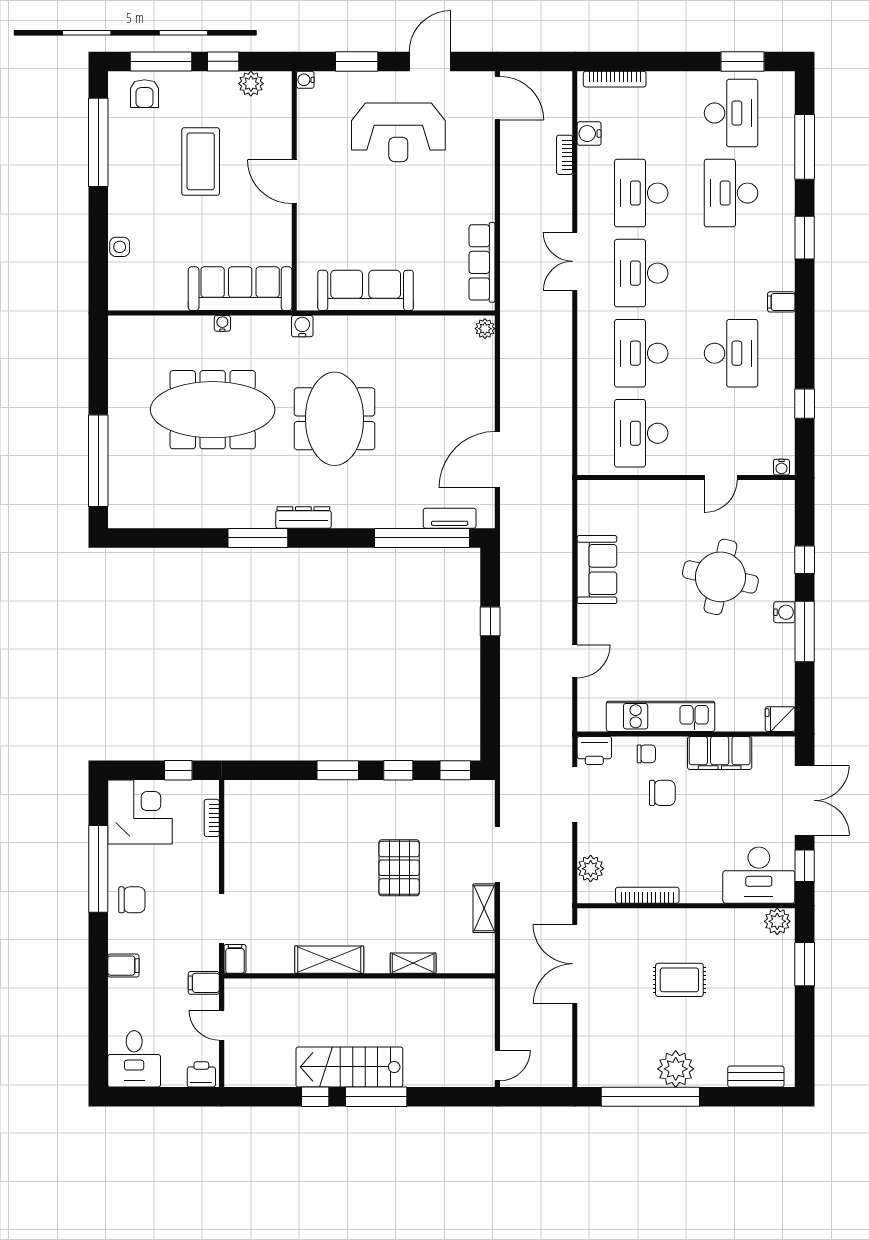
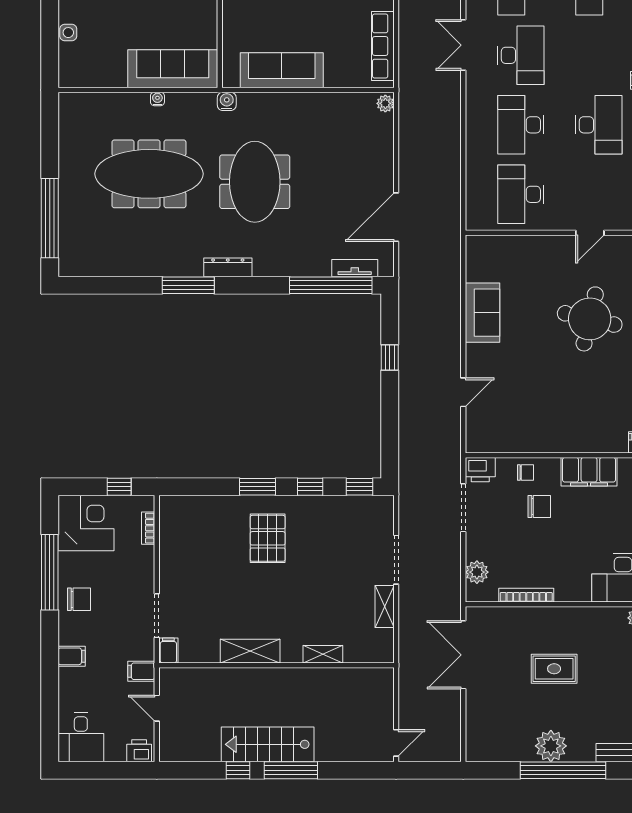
desk: (641, 273) -> (521, 55), turned 180
kitchen unit: (661, 716) -> (538, 440), removed
pallet: (399, 868) -> (268, 538), moved
window: (650, 1097) -> (563, 770), moved

